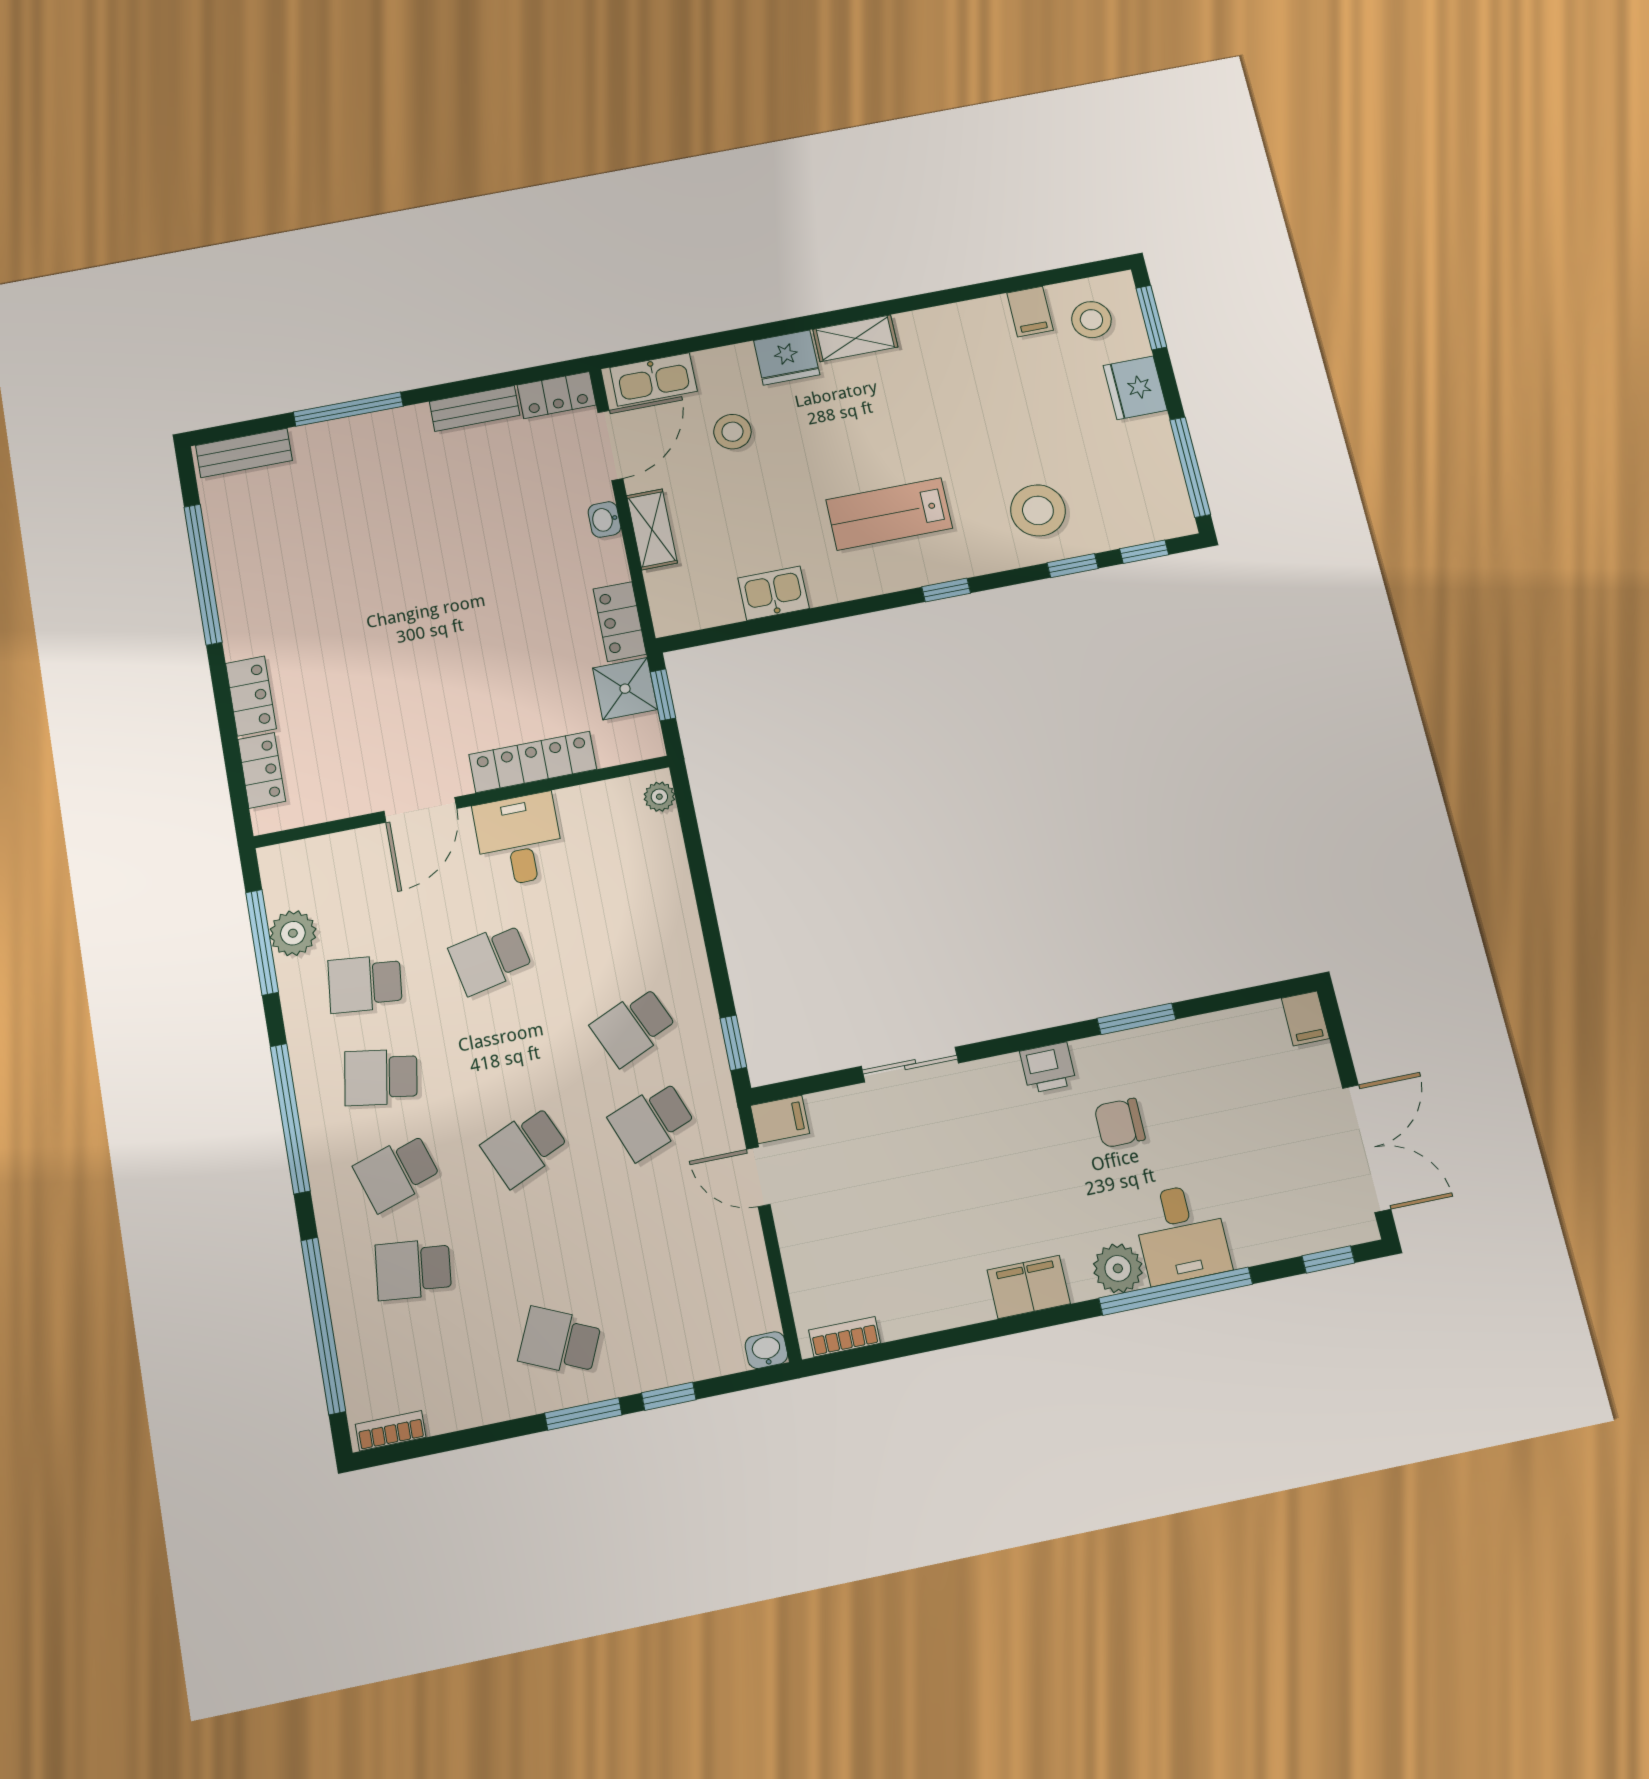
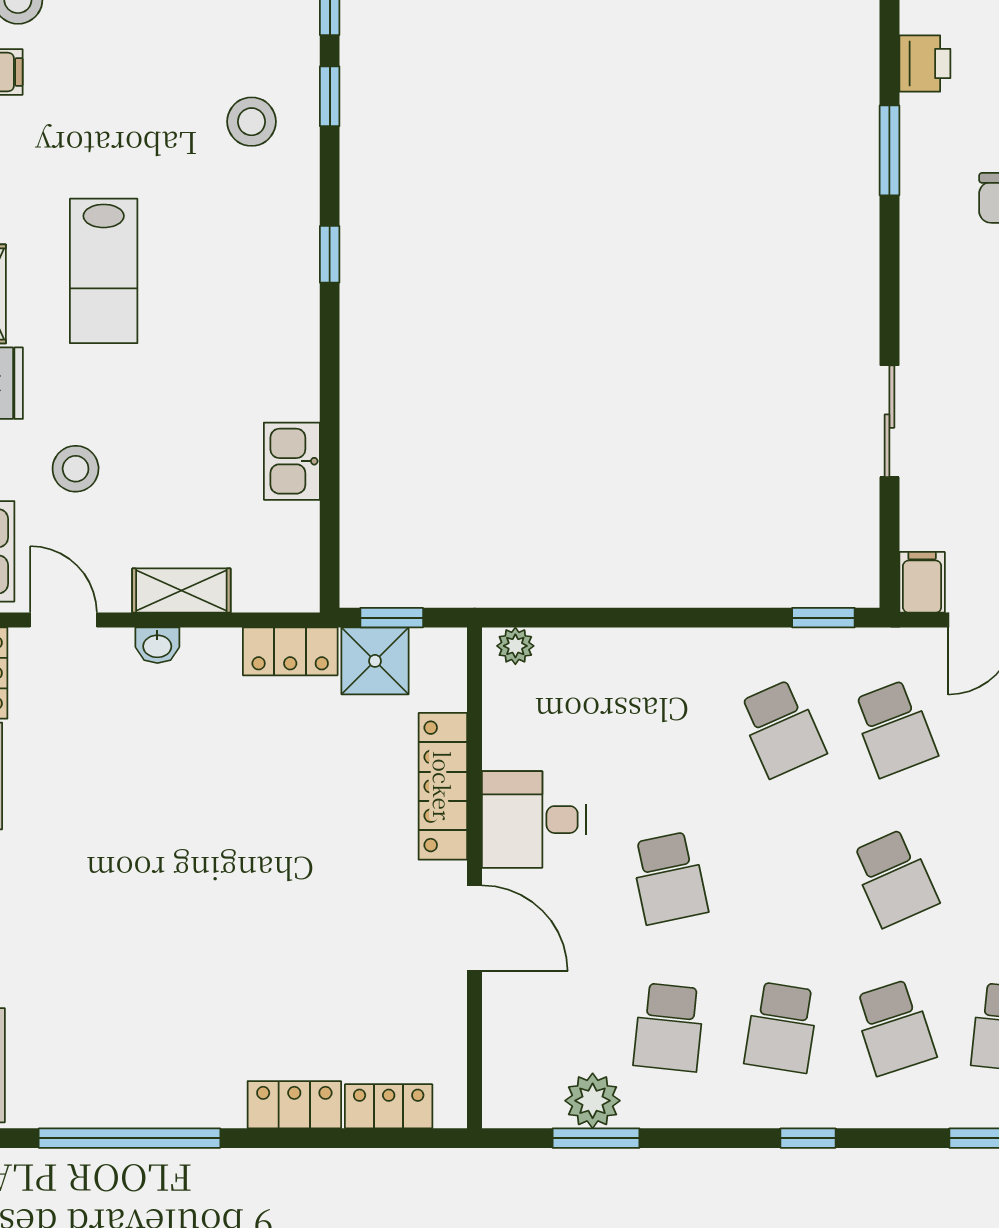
door: (610, 445) -> (63, 620), width x0.73
stool: (1038, 510) -> (252, 122), width x0.73, depth x0.73
lab bench: (889, 514) -> (104, 271), moved
window: (262, 942) -> (596, 1138), width x0.69
printer: (1048, 1068) -> (925, 63), moved
window: (290, 1118) -> (808, 1138), width x0.32

